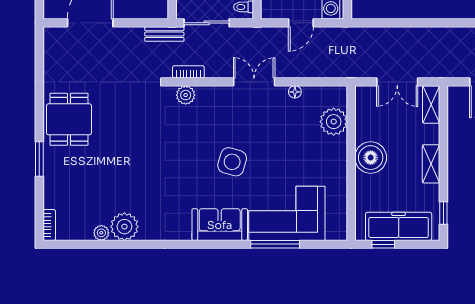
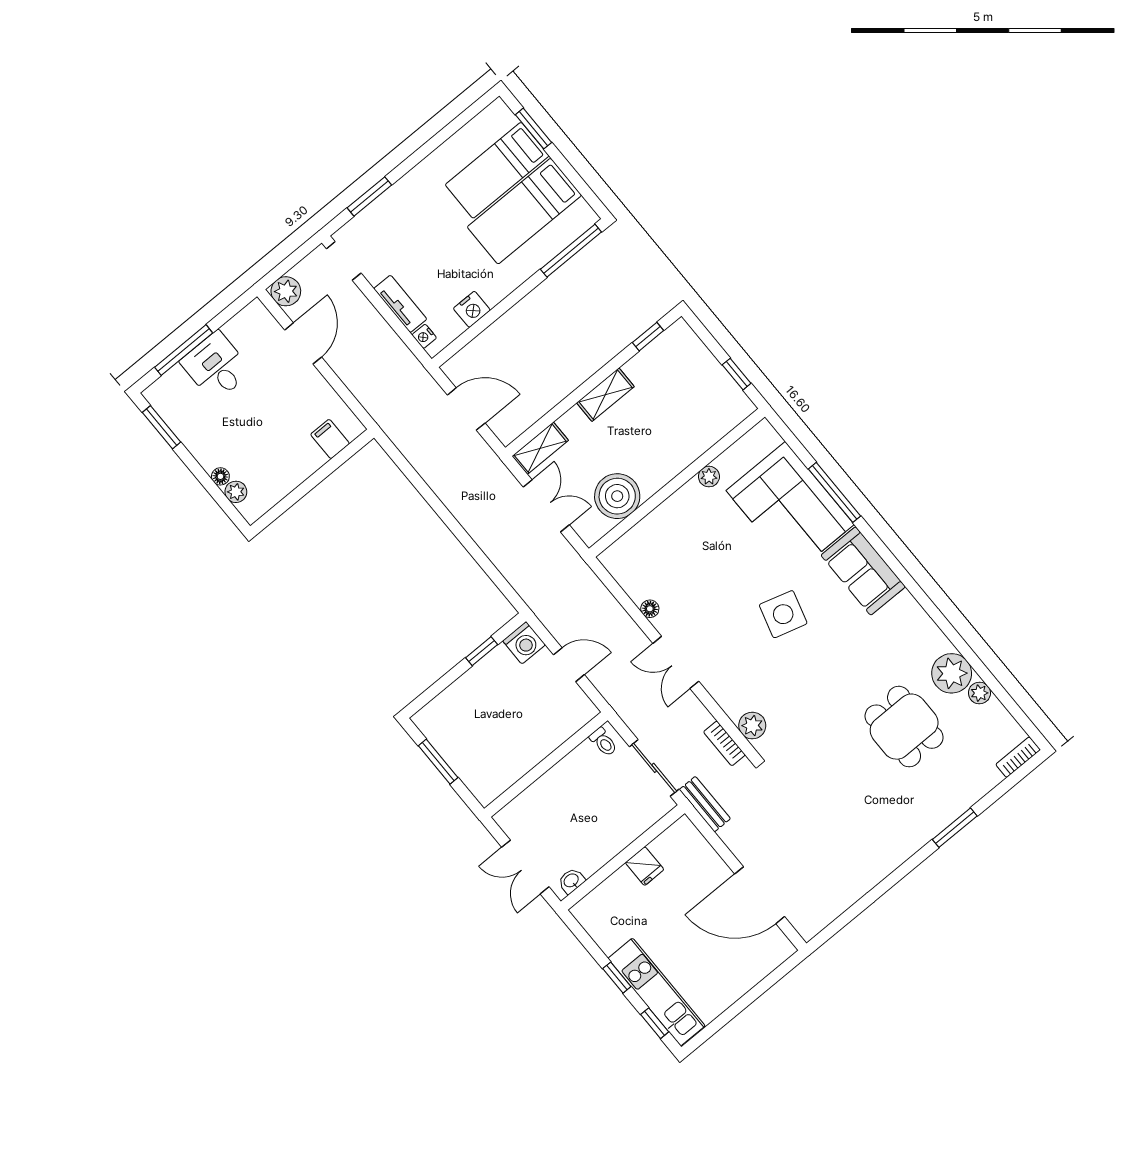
dining table: (69, 119) -> (904, 727), moved, turned 90
plant: (334, 122) -> (709, 477), moved, width x0.53, depth x0.53
boiler: (371, 158) -> (617, 496), moved
freezer: (399, 226) -> (703, 374), removed

